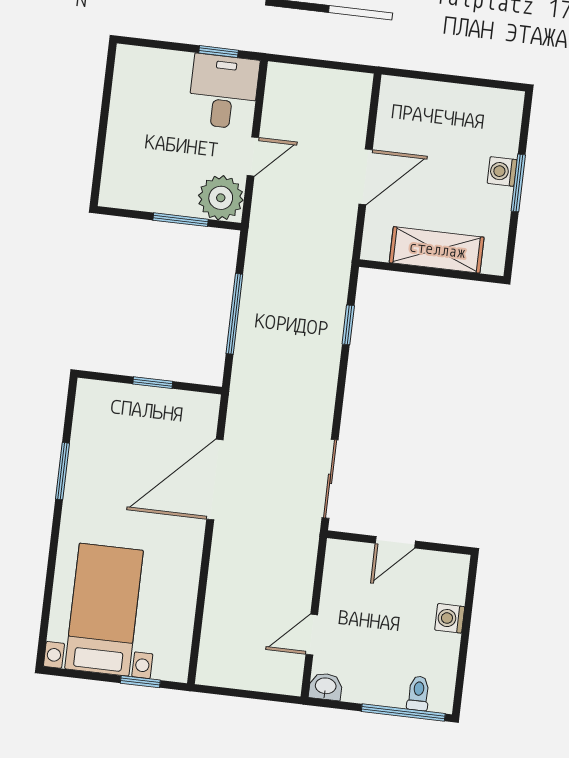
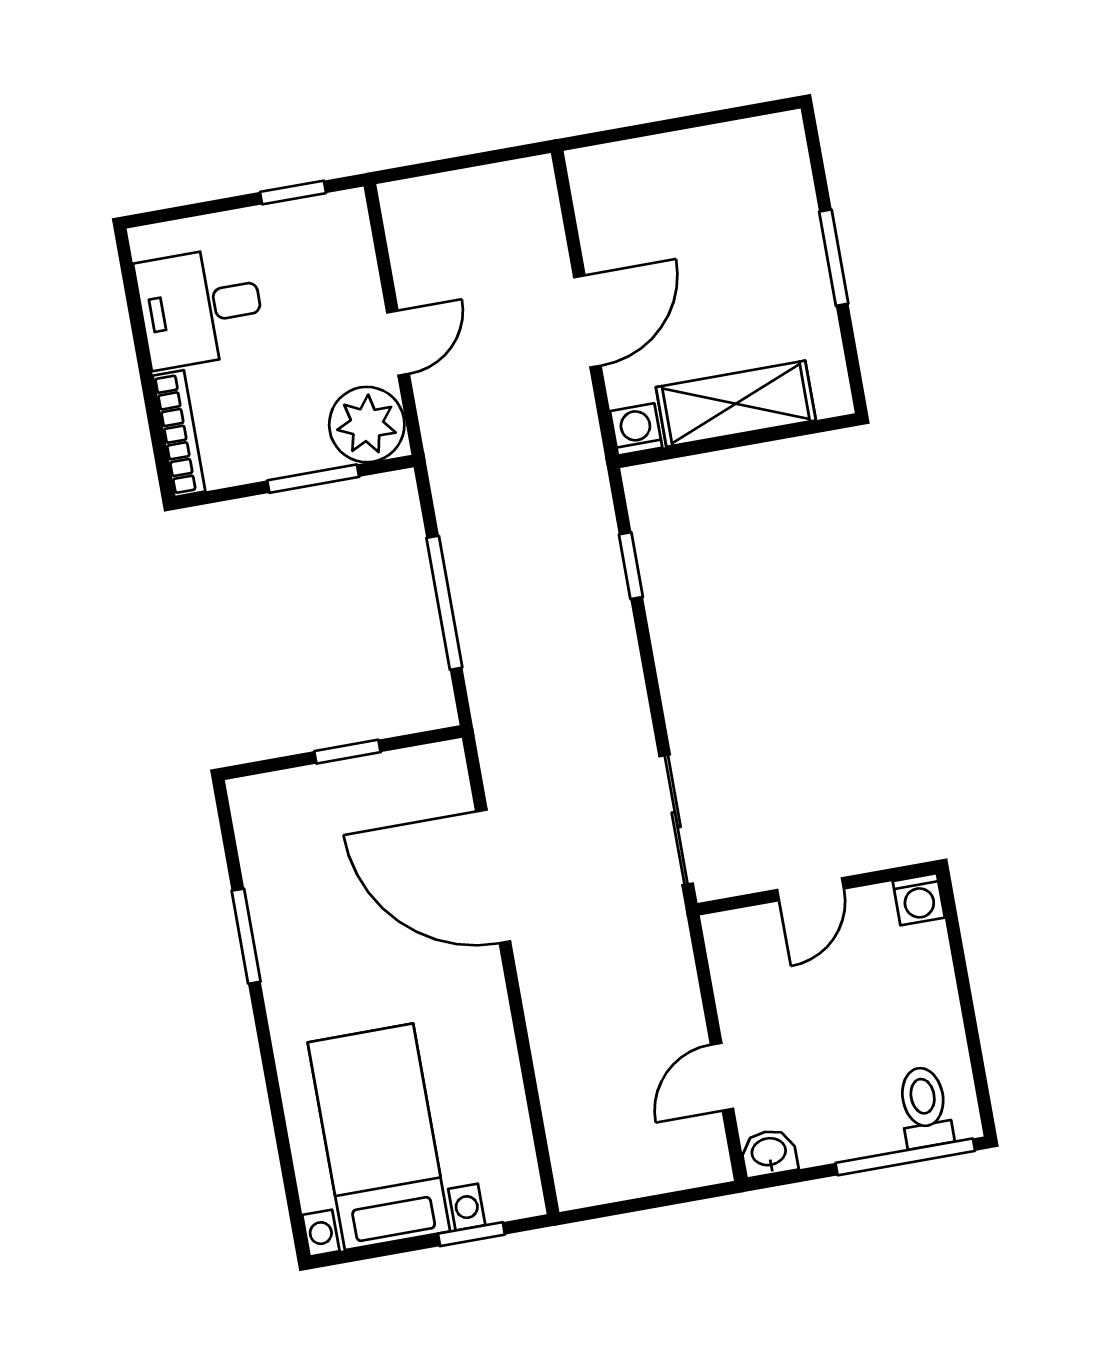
desk: (224, 92) -> (201, 307), moved, turned -90
bookcase: (111, 170) -> (179, 434), added
washing machine: (502, 171) -> (636, 429), moved, turned 90
door: (215, 480) -> (493, 876), hinge flipped
washing machine: (450, 618) -> (919, 899), moved, turned -90
toilet: (418, 693) -> (925, 1107), width x1.37, depth x1.39

